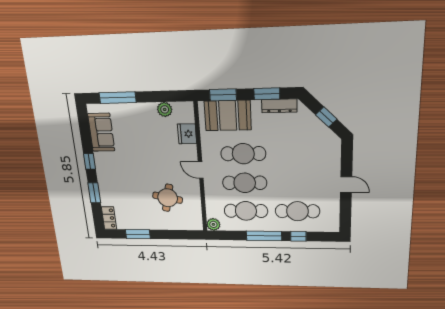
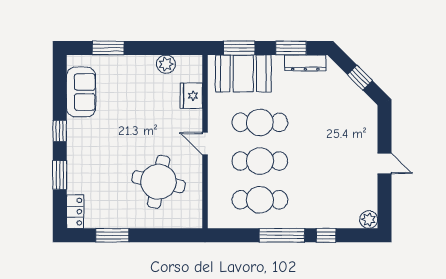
window: (118, 98) -> (108, 48), width x0.69
round table: (168, 198) -> (159, 182), width x1.36, depth x1.36
cafe table: (297, 211) -> (325, 200), removed
plant: (213, 224) -> (369, 220), moved

